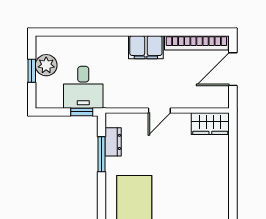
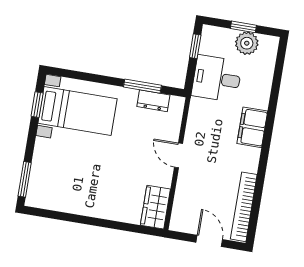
filing cabinet: (146, 47) -> (252, 127), moved
door: (233, 69) -> (209, 241), width x0.73
window: (82, 112) -> (195, 46), moved

